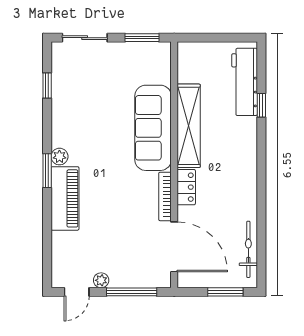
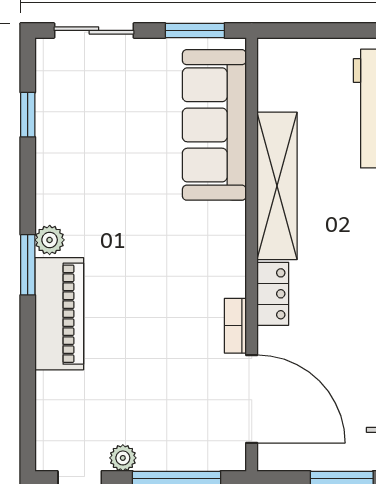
sofa: (153, 128) -> (214, 125), moved
bookcase: (165, 196) -> (235, 326), width x0.64

